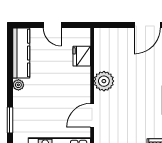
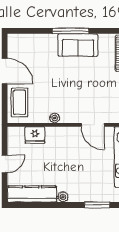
coffee table: (115, 40) -> (19, 102), added
plant: (104, 81) -> (55, 118), width x0.53, depth x0.53

